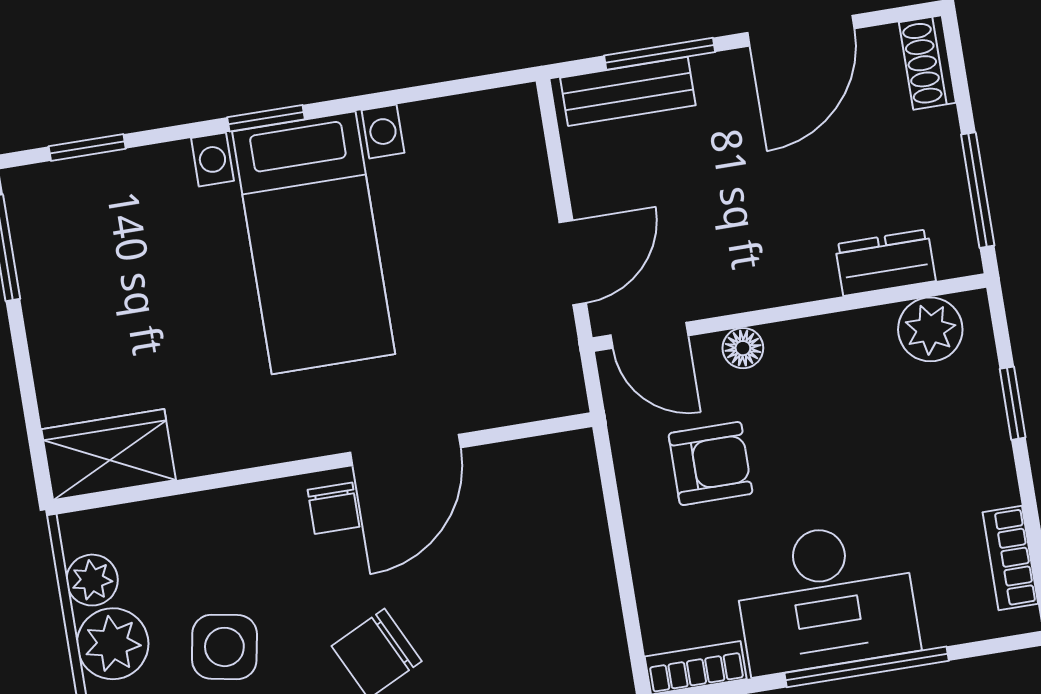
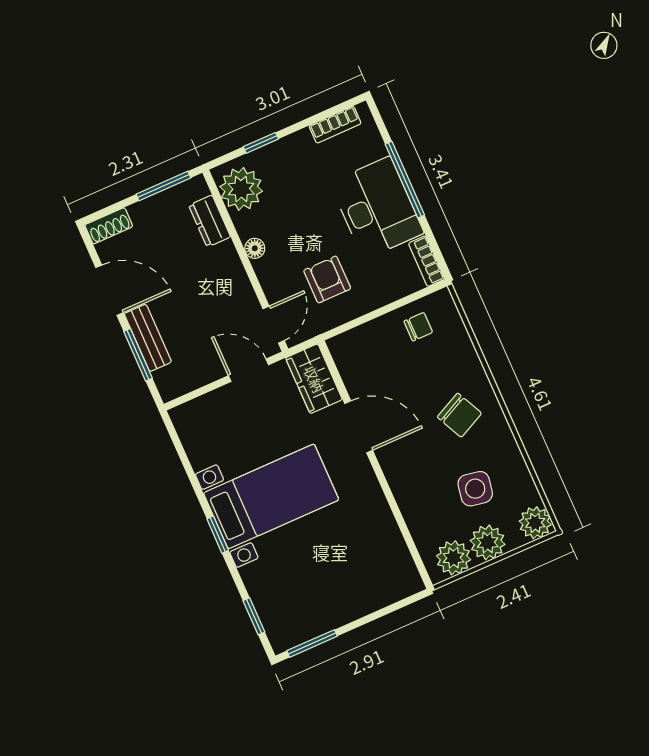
bench: (628, 91) -> (148, 338), moved
plant: (930, 329) -> (241, 189), width x1.36, depth x1.36
floor lamp: (743, 348) -> (255, 248), moved
wardrobe: (109, 455) -> (314, 379), moved
chair: (334, 508) -> (418, 327), moved
plant: (92, 580) -> (454, 558), width x1.38, depth x1.38

